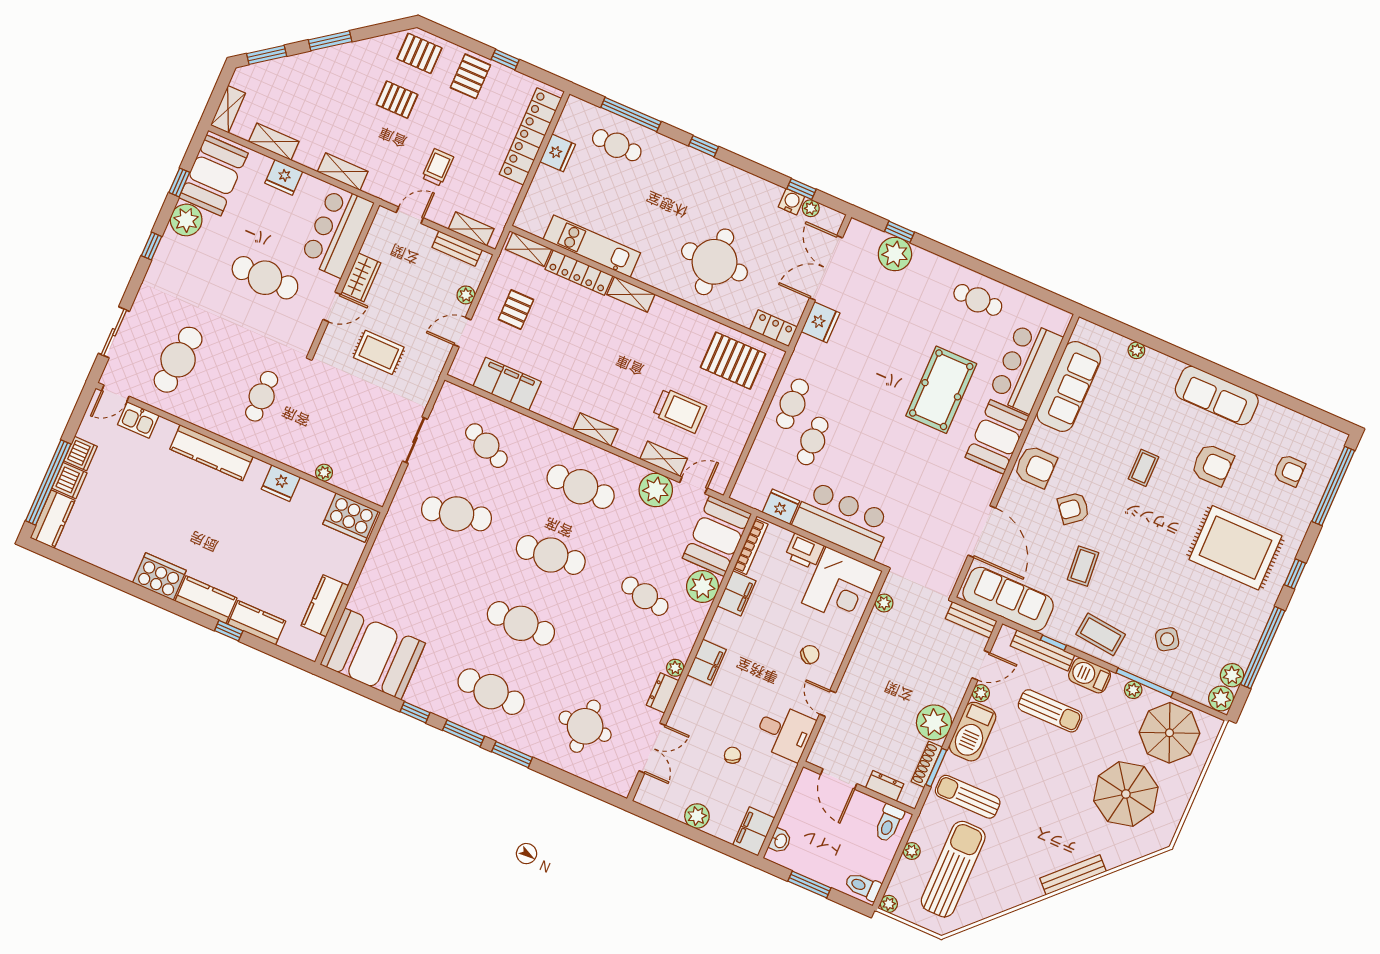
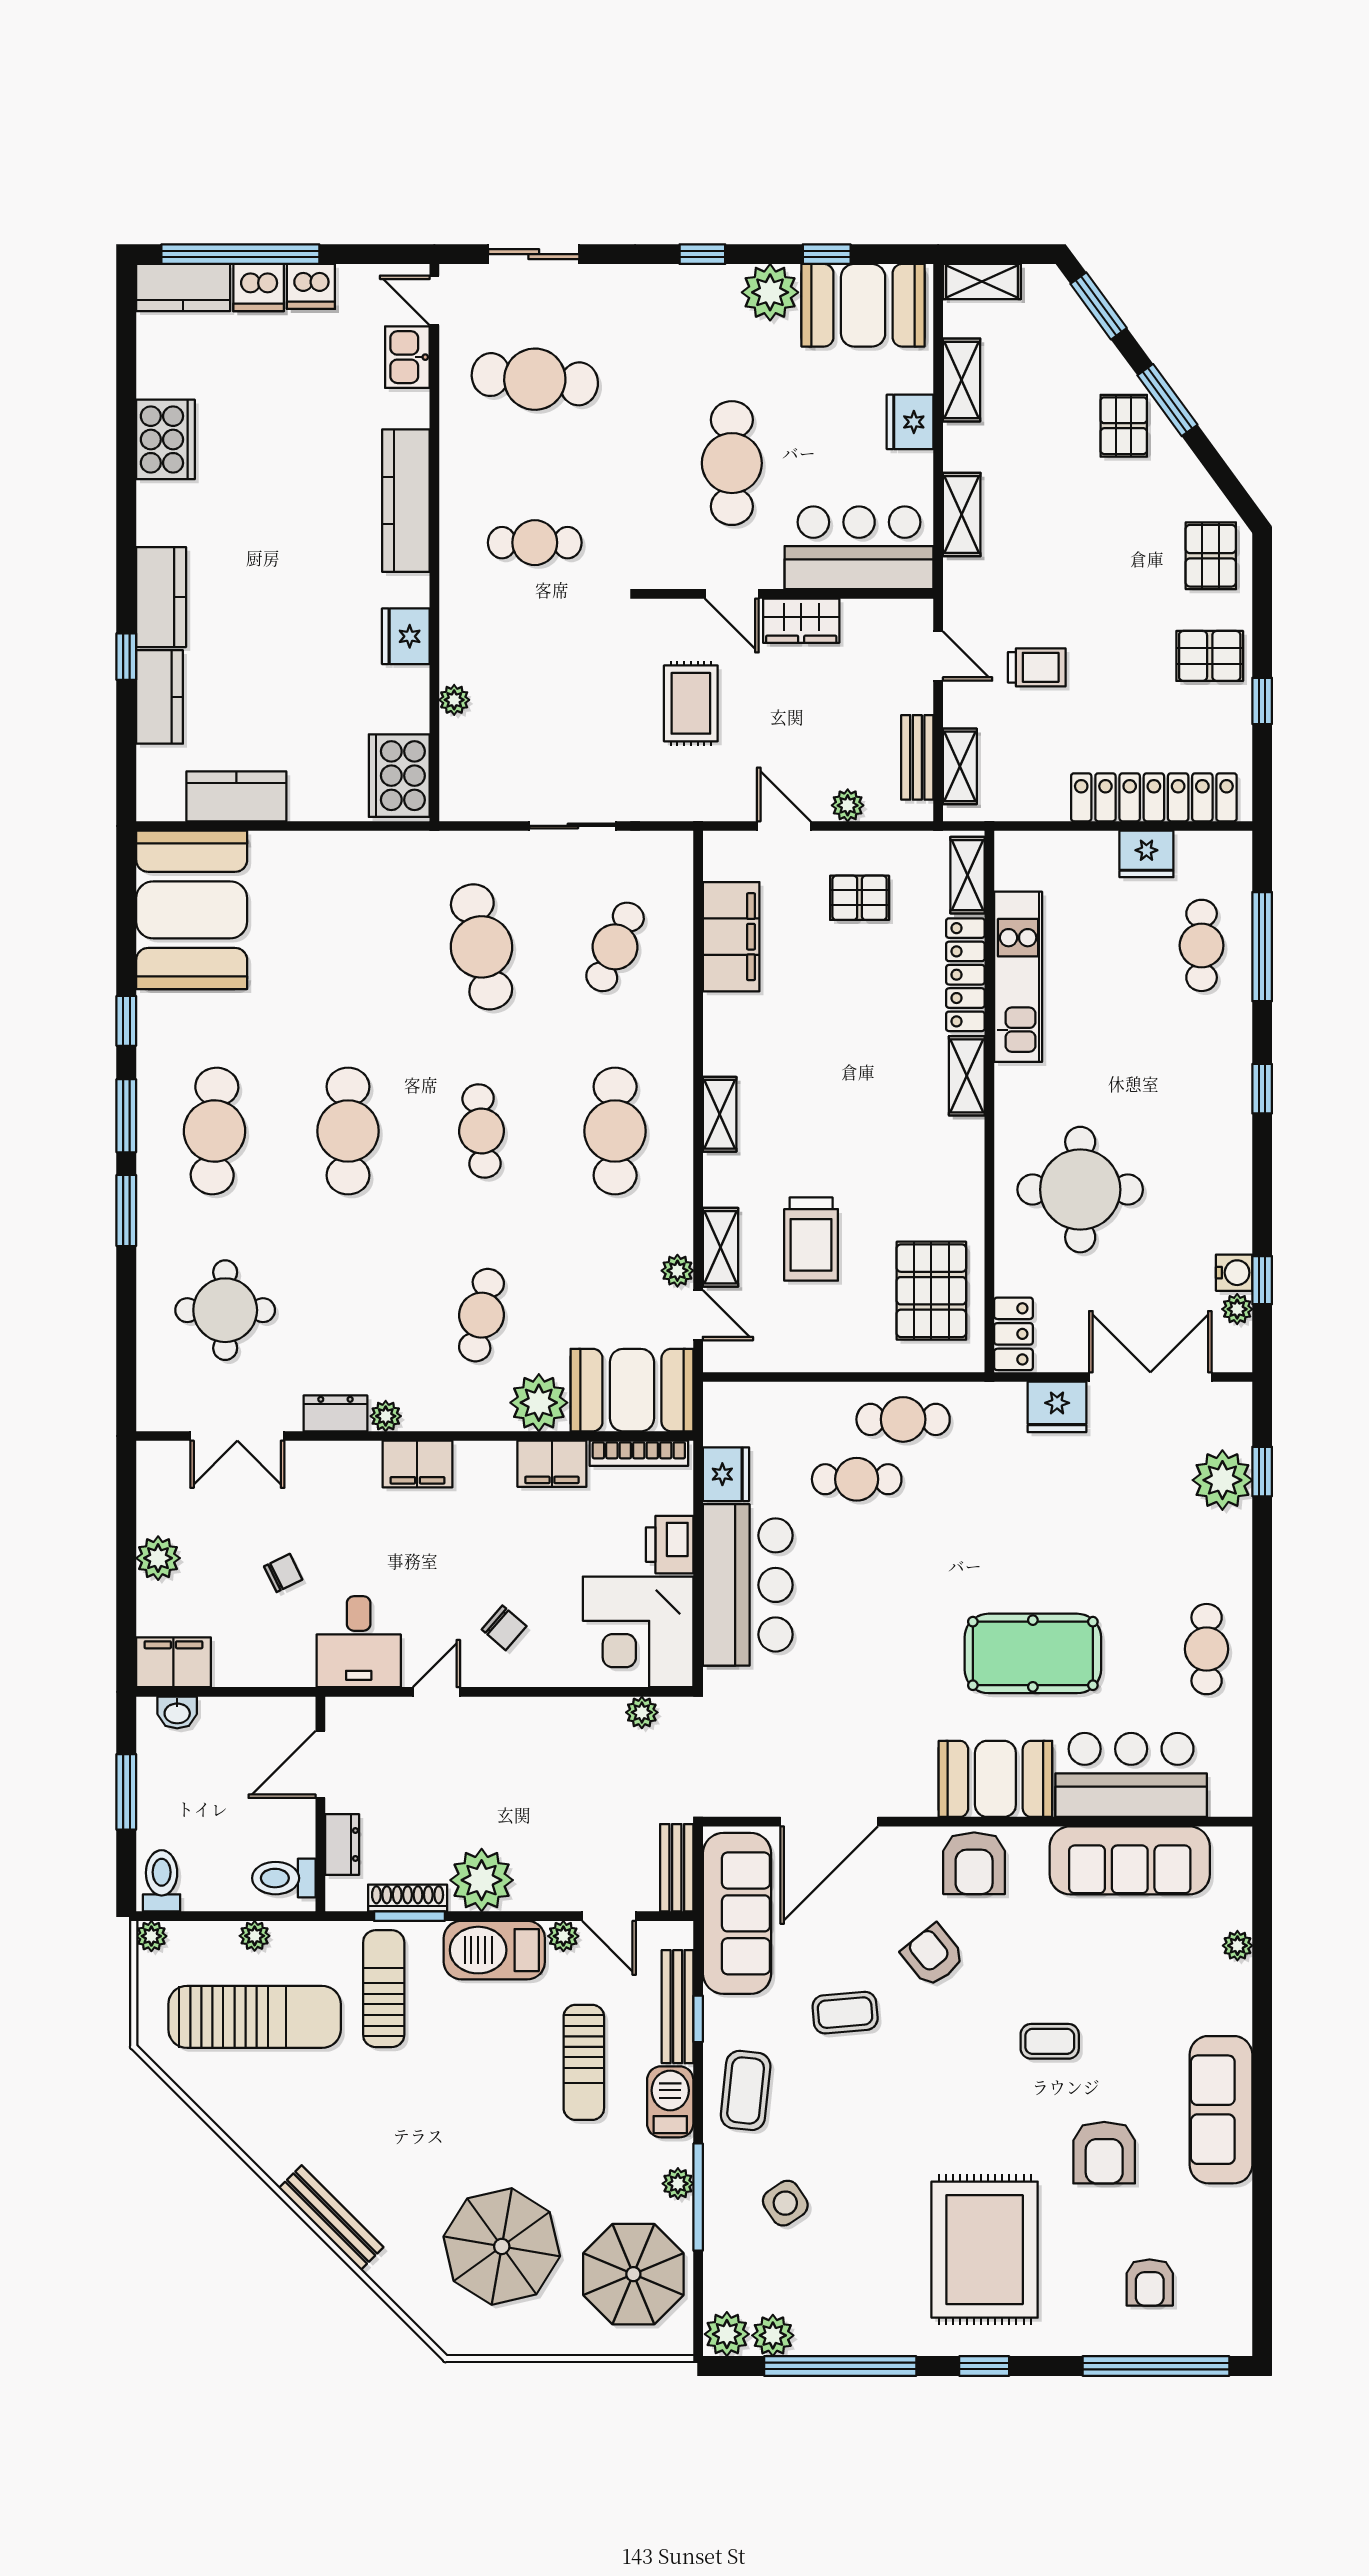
pallet: (397, 100) -> (1124, 426), moved
plant: (656, 490) -> (677, 1271), width x0.53, depth x0.53
cafe table: (551, 555) -> (482, 1131), width x0.73, depth x0.74
cooker: (159, 577) -> (165, 439), moved

